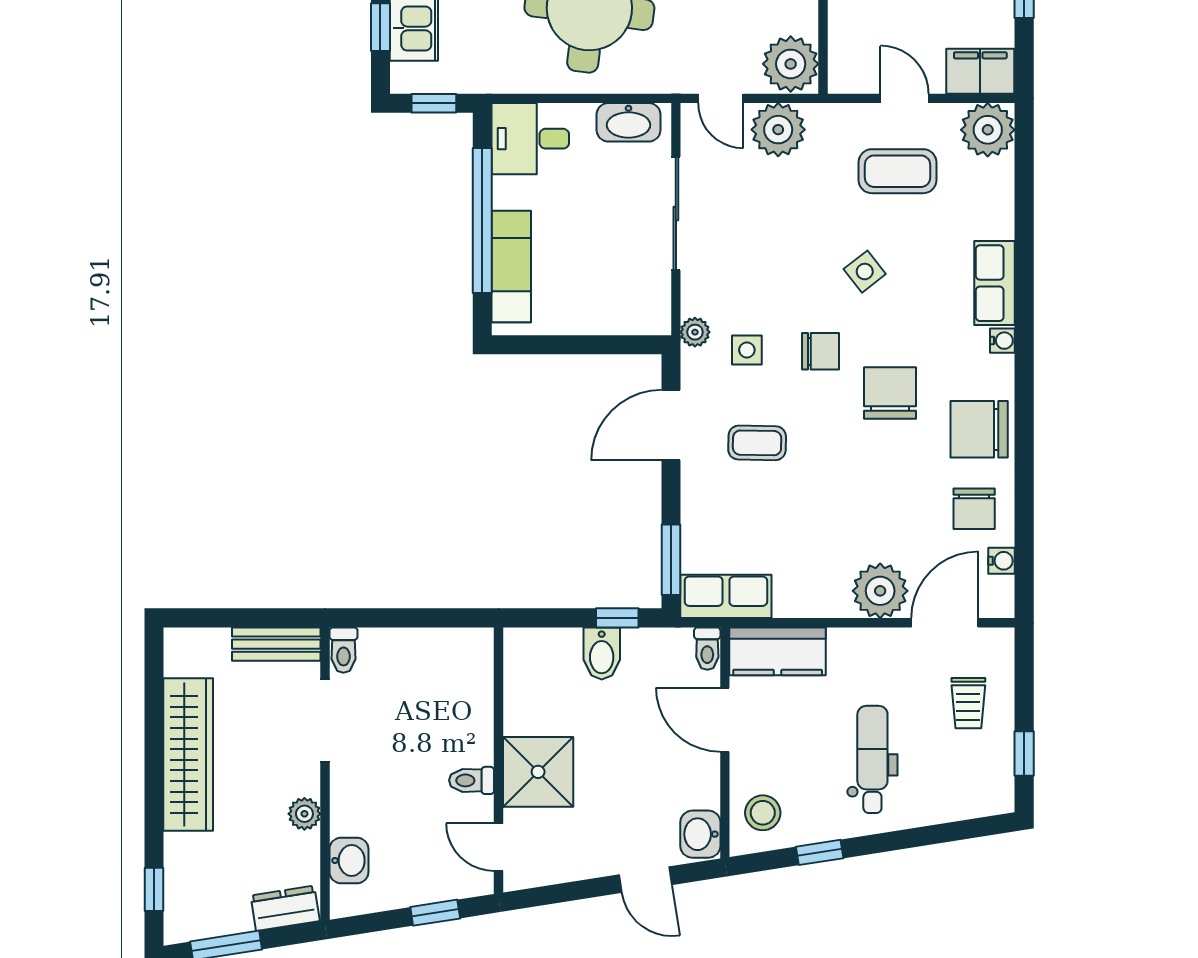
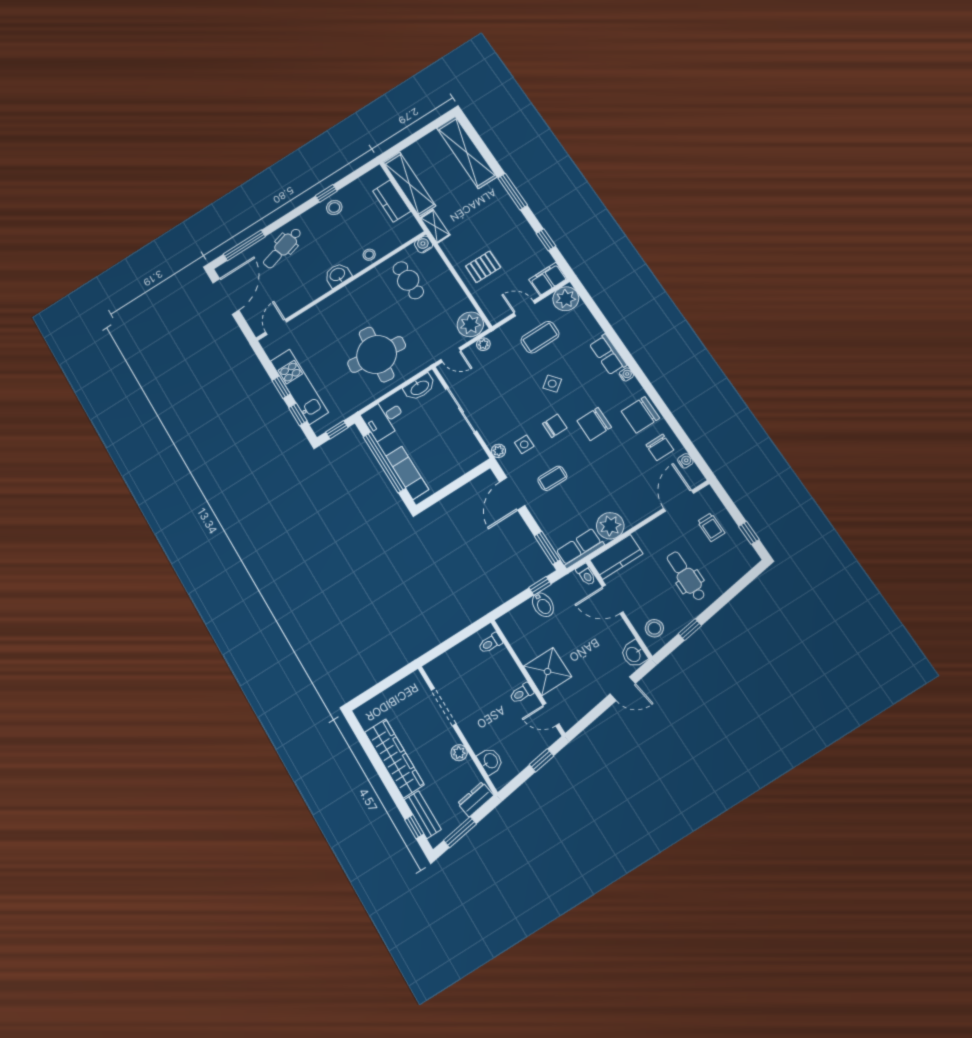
plant: (778, 130) -> (483, 344), width x0.53, depth x0.53
chair: (890, 393) -> (594, 424), turned -90
plant: (880, 591) -> (610, 526), moved
bench: (276, 644) -> (423, 815), moved, turned 90
toilet: (343, 650) -> (490, 643), moved, turned 90

